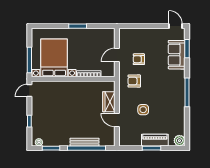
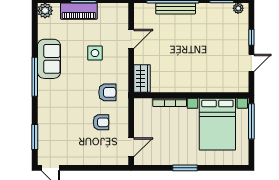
door: (117, 55) -> (131, 147), moved
sofa: (177, 55) -> (49, 59), moved
door: (29, 90) -> (251, 63), moved
wardrobe: (109, 102) -> (142, 78), moved
door: (117, 120) -> (131, 39), hinge flipped

